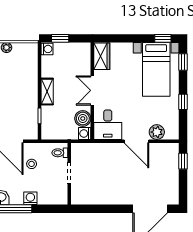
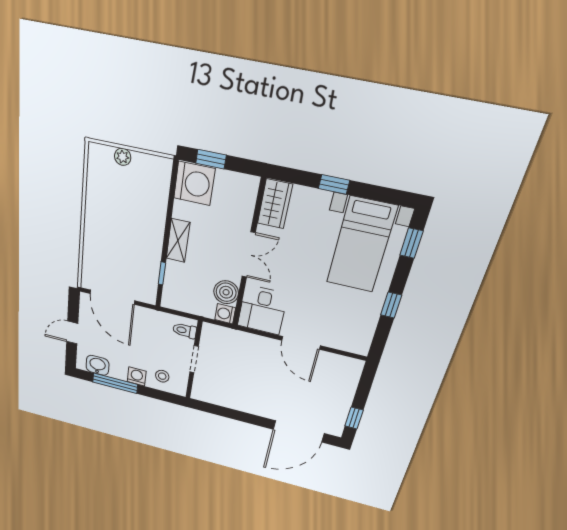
window: (163, 38) -> (334, 184), moved
washing machine: (47, 49) -> (194, 183), width x1.89, depth x1.89
double door: (92, 90) -> (249, 255), swing flipped
plant: (157, 132) -> (336, 338), removed
window: (183, 161) -> (354, 418), moved
stool: (32, 164) -> (162, 376), moved

